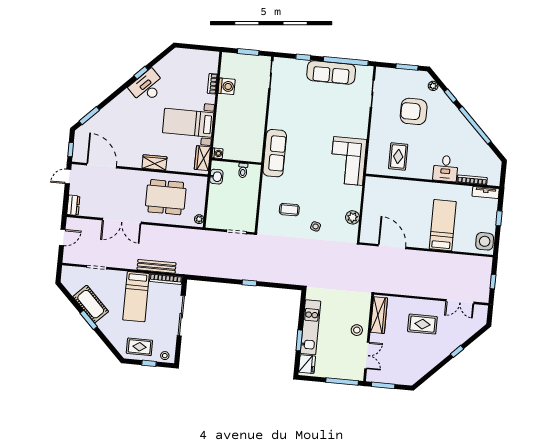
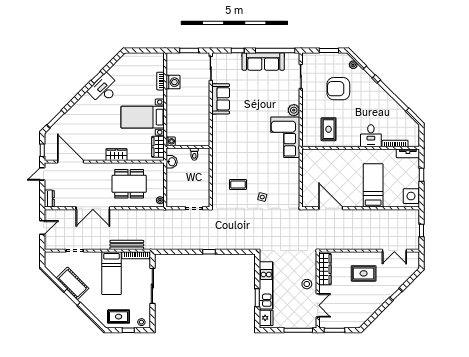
sofa: (275, 153) -> (221, 99), moved, width x0.73
plant: (353, 217) -> (294, 110), moved

